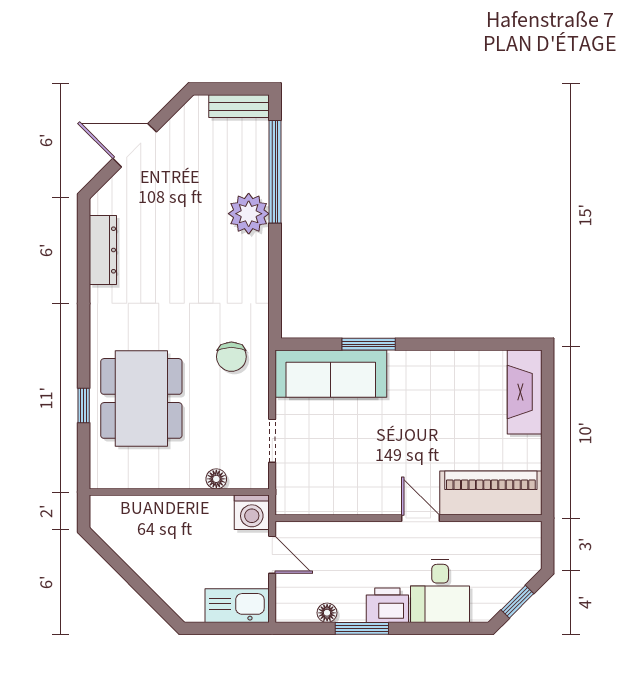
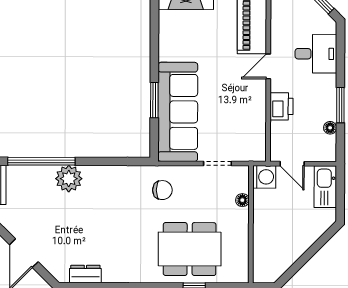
dresser: (103, 250) -> (85, 274), width x0.70
sofa: (331, 374) -> (178, 112), width x1.36, depth x1.27
door: (272, 555) -> (292, 164), swing flipped
printer: (387, 605) -> (281, 106), moved, turned 180

